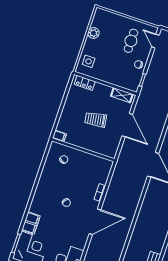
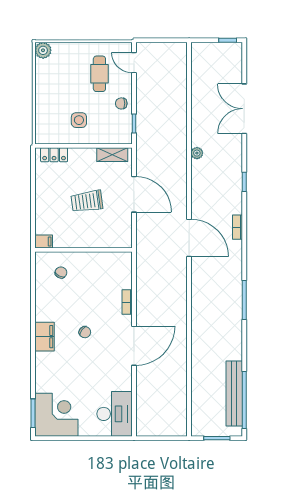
plant: (94, 33) -> (43, 50), moved
side table: (89, 61) -> (79, 120), moved
filing cabinet: (31, 223) -> (45, 337), moved

